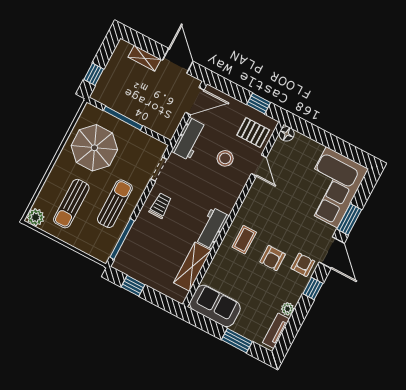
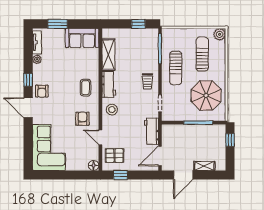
door: (178, 61) -> (183, 175), hinge flipped
stool: (225, 158) -> (112, 110), moved
window: (349, 219) -> (28, 134), removed
armchair: (273, 258) -> (82, 119), moved

